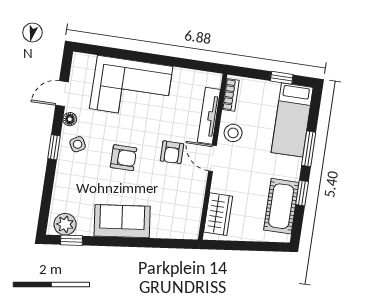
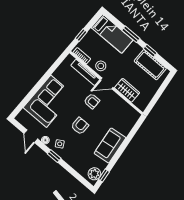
window: (282, 78) -> (81, 35), moved
wardrobe: (218, 214) -> (127, 90), moved

